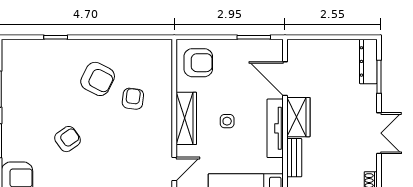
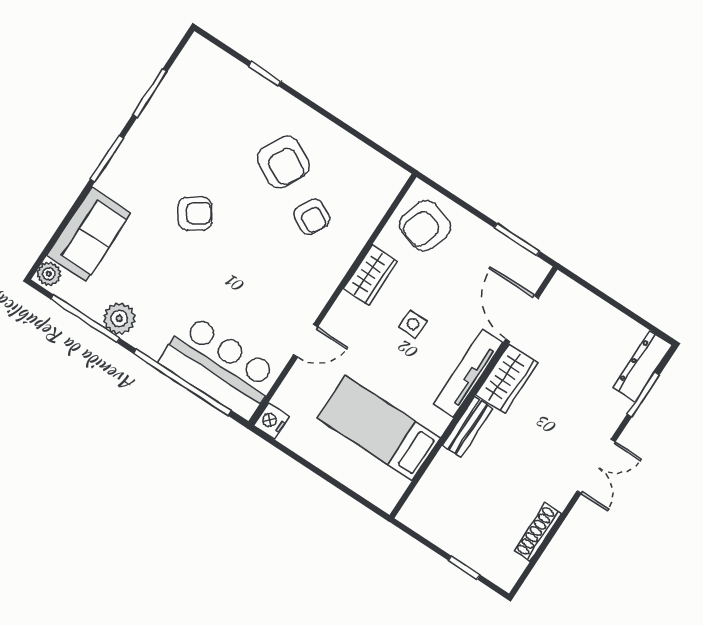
armchair: (198, 63) -> (425, 226), turned 107
armchair: (133, 99) -> (312, 217), turned 111
wardrobe: (186, 118) -> (371, 275), width x0.67

